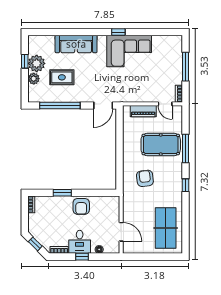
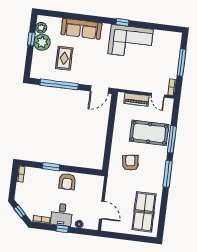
rug: (62, 77) -> (64, 58), turned 90
plant: (34, 79) -> (41, 28), moved
window: (186, 185) -> (168, 174), width x2.17

